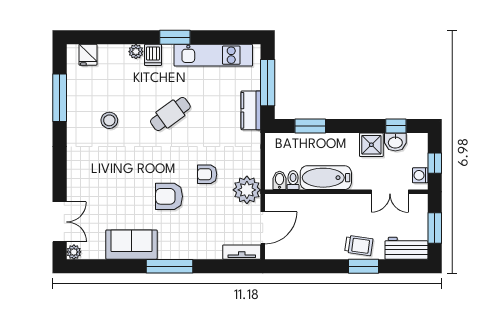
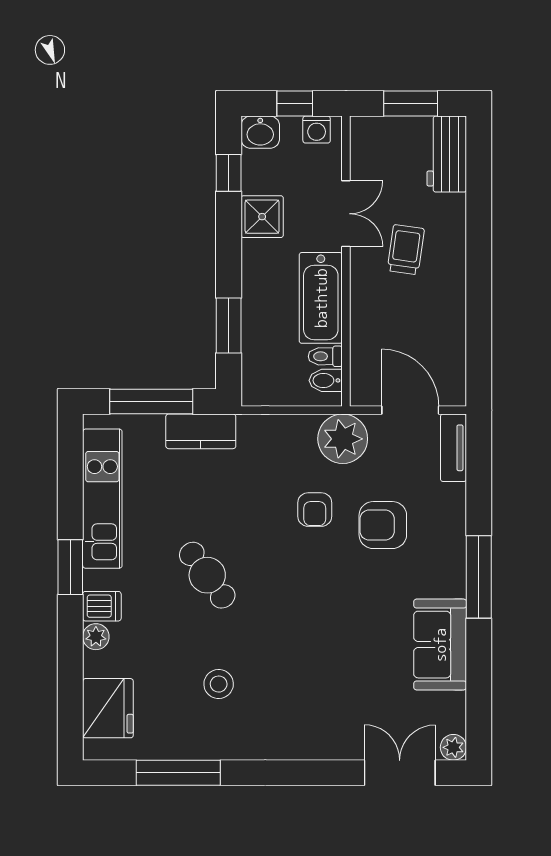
fridge: (88, 55) -> (108, 708), width x1.88, depth x1.34
washbasin: (395, 142) -> (260, 132), moved, turned 90
double door: (390, 192) -> (346, 214), moved
armchair: (169, 196) -> (383, 525), moved, turned 90
trolley: (359, 245) -> (406, 250), moved
window: (364, 266) -> (479, 231), removed

